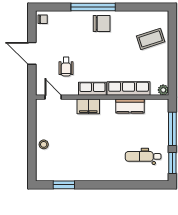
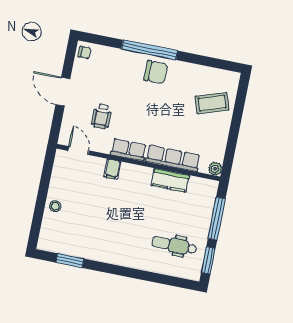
filing cabinet: (88, 106) -> (112, 169), width x0.50

